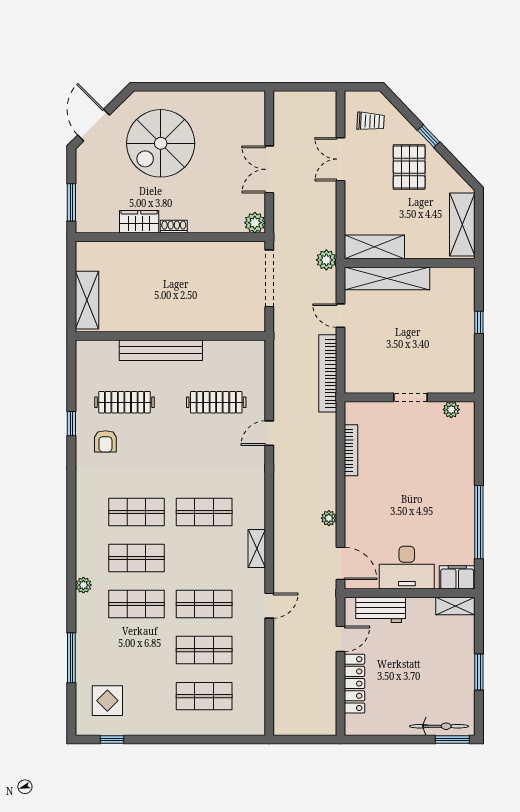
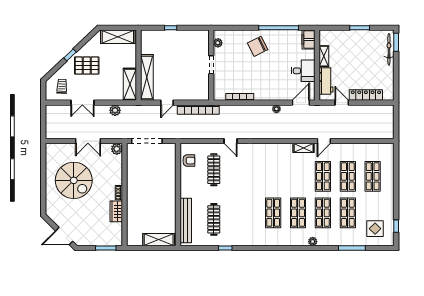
spiral stairs: (161, 143) -> (74, 180), moved
plant: (326, 260) -> (115, 110), moved
bench: (161, 350) -> (186, 220), moved
armchair: (105, 441) -> (189, 161), moved
chair: (445, 483) -> (258, 46), added
shop shelf: (204, 512) -> (348, 213), moved
shelving: (257, 549) -> (304, 148), moved
desk: (407, 568) -> (303, 71), width x0.73
door: (269, 606) -> (324, 141), swing flipped
shelving: (455, 606) -> (324, 56), moved

